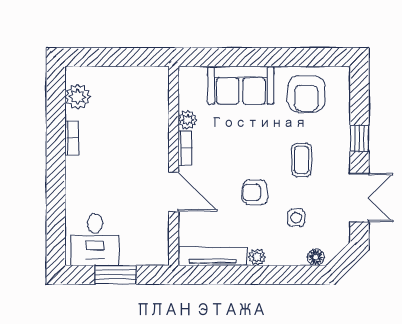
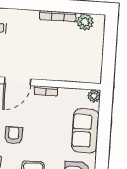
plant: (188, 120) -> (94, 96), moved
bookcase: (72, 138) -> (58, 16), width x1.56

